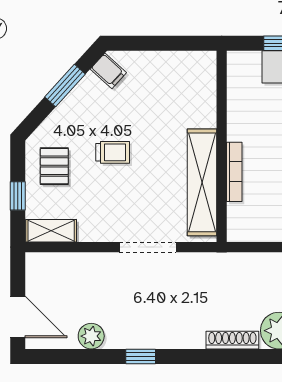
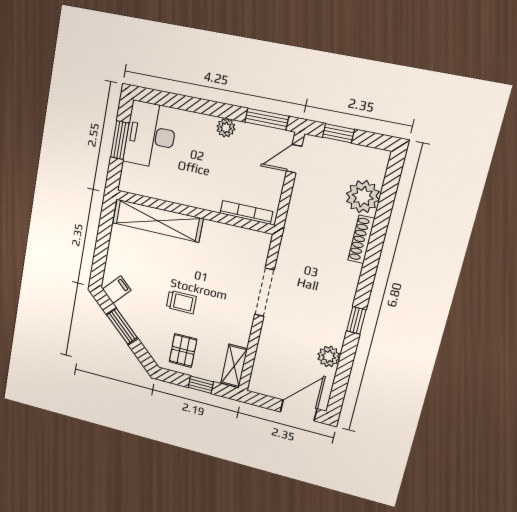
trolley: (113, 152) -> (181, 302), turned 90
pallet: (54, 166) -> (183, 350), turned 90
bookcase: (234, 172) -> (246, 212), moved
shelving: (202, 182) -> (158, 221), moved

